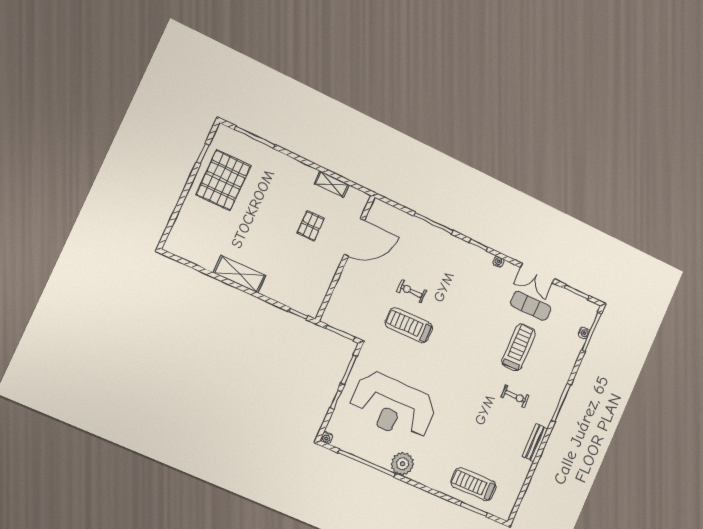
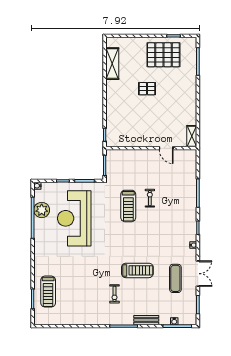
shelving: (332, 184) -> (192, 136), moved
pallet: (311, 226) -> (147, 89), moved
door: (354, 237) -> (166, 148), width x0.53
double door: (537, 273) -> (198, 274), swing flipped
shelving: (239, 274) -> (112, 64), moved
treadmill: (409, 325) -> (128, 206), turned 180
treadmill: (519, 347) -> (137, 270), moved
bench: (535, 443) -> (146, 320), moved
plant: (403, 464) -> (42, 210), moved
treadmill: (473, 484) -> (48, 292), turned 180

